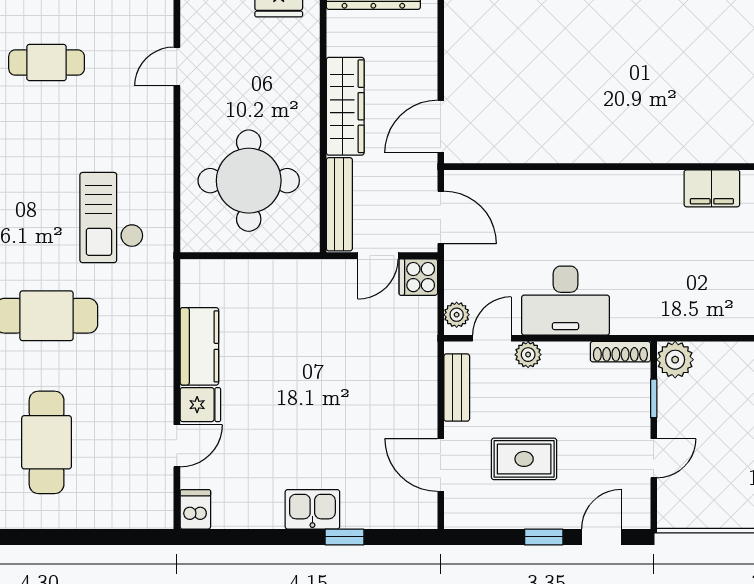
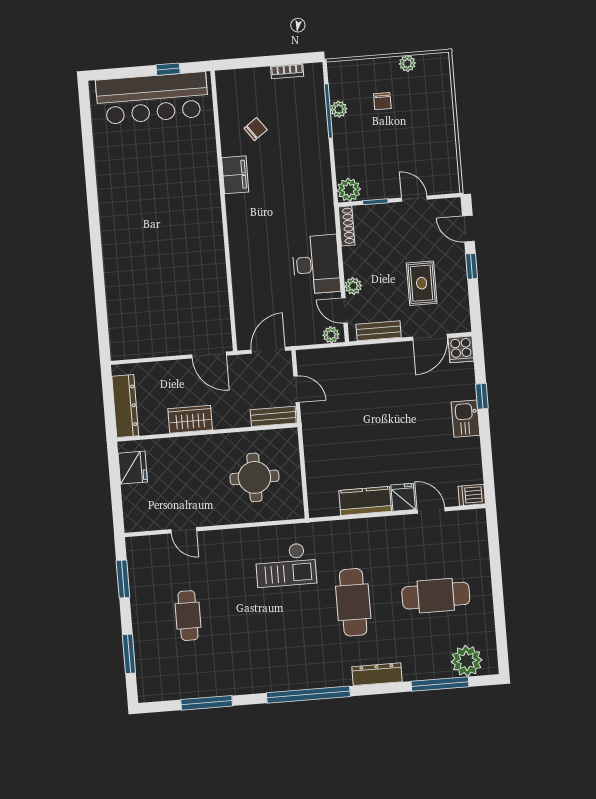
wardrobe: (345, 106) -> (190, 419), width x0.67
round table: (249, 181) -> (254, 477), width x0.73, depth x0.73
bench: (339, 204) -> (273, 416), width x0.73
cooker: (418, 277) -> (461, 349), moved

